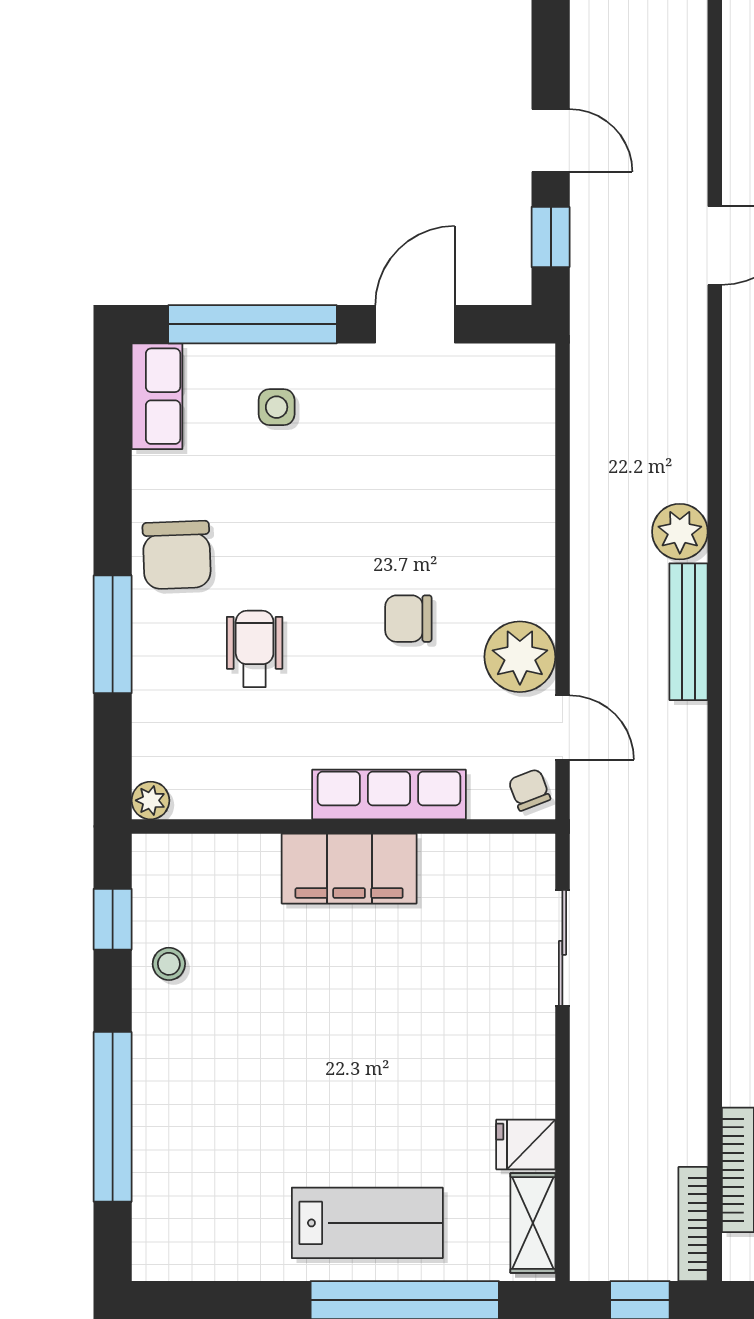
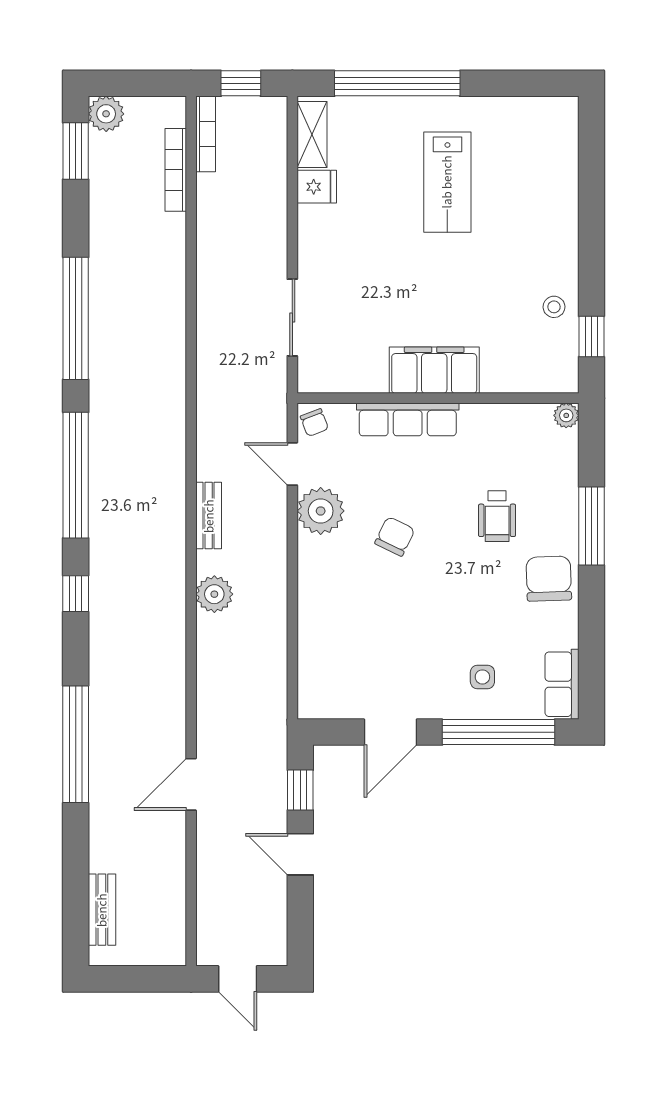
chair: (408, 619) -> (395, 536), turned -64
bench: (688, 632) -> (209, 516), width x0.73
window: (113, 1117) -> (591, 205), removed
lab bench: (367, 1223) -> (447, 182), moved, turned -90

